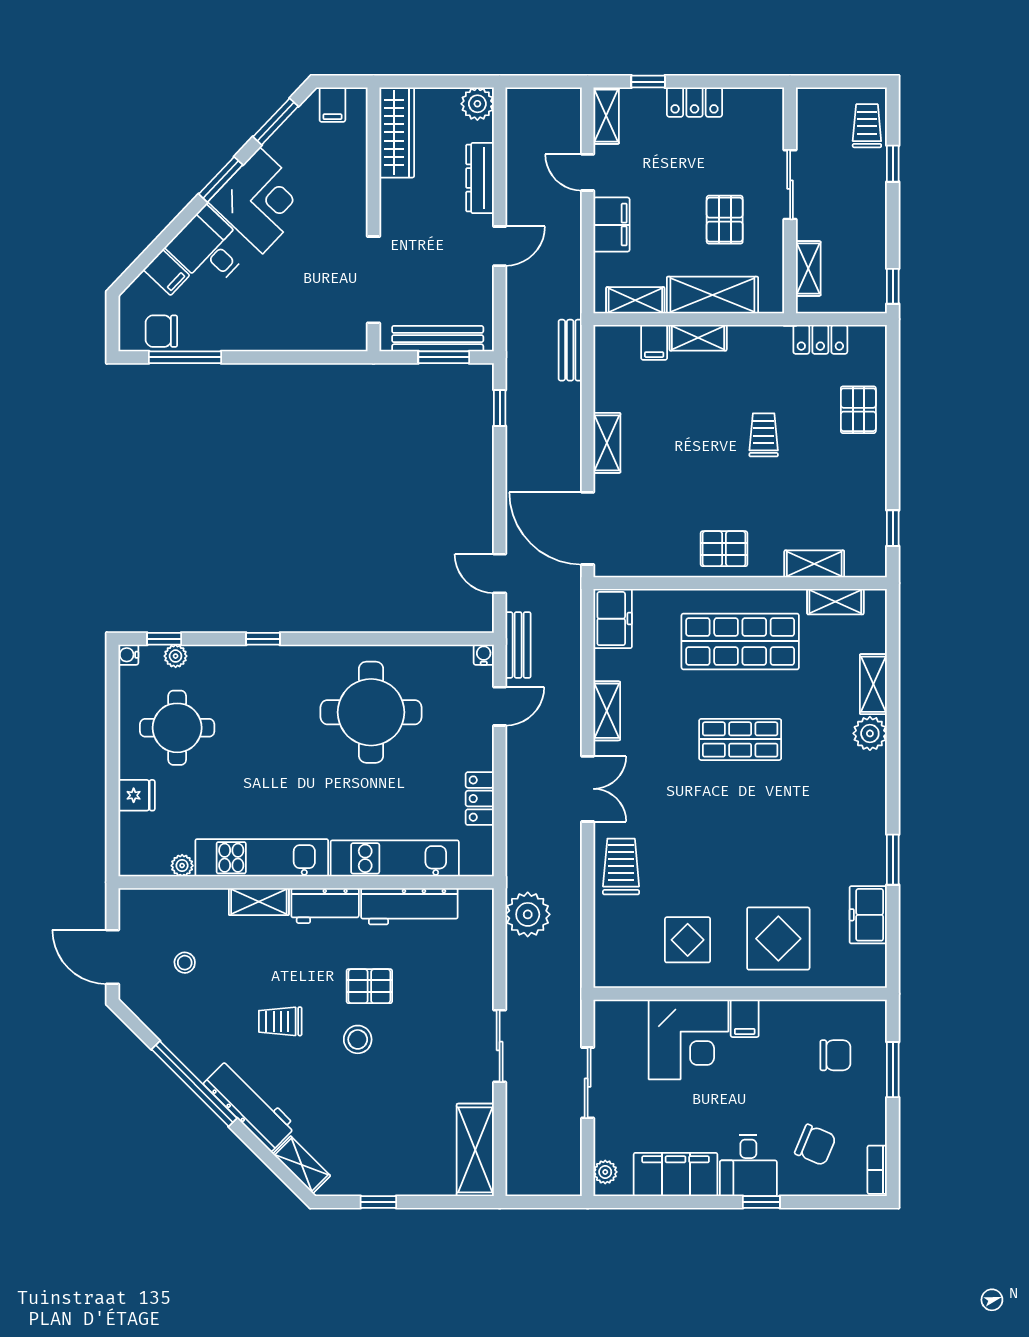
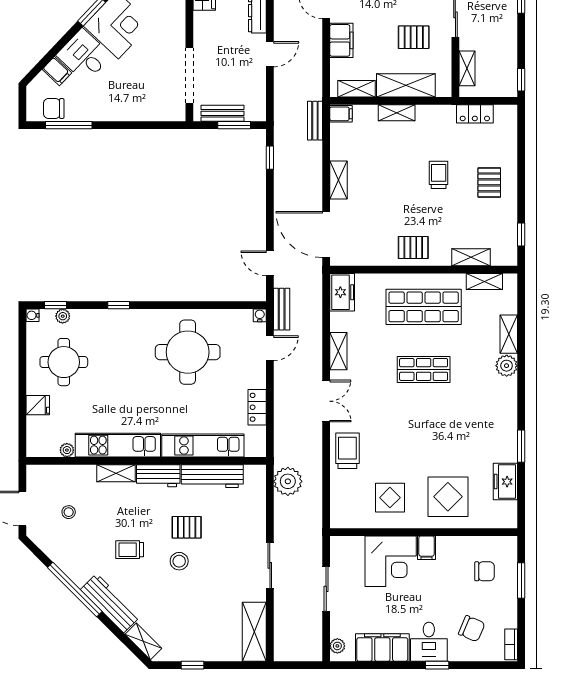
pallet: (725, 220) -> (414, 37), turned 90
bench: (438, 339) -> (223, 113), width x0.73
filing cabinet: (654, 342) -> (341, 114), moved, turned -90
pallet: (858, 410) -> (489, 182), moved

